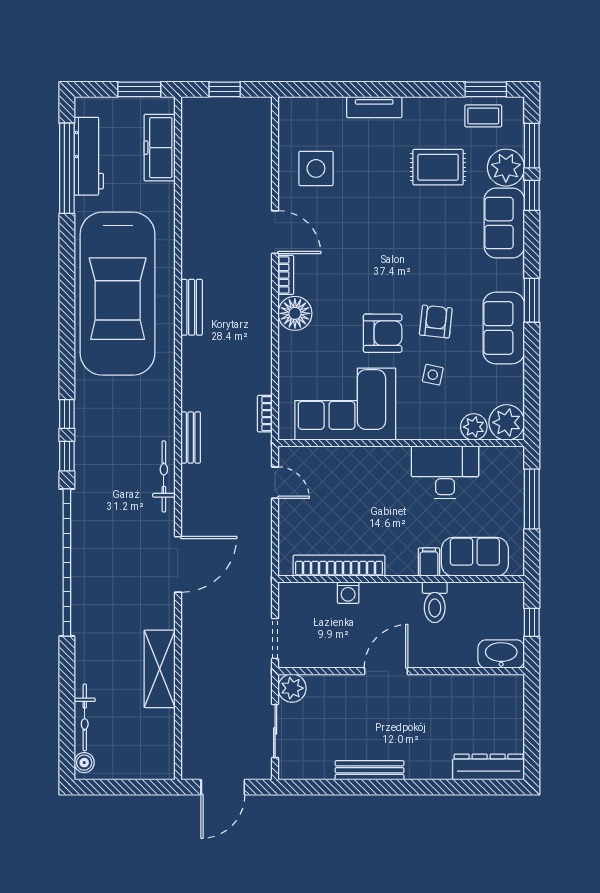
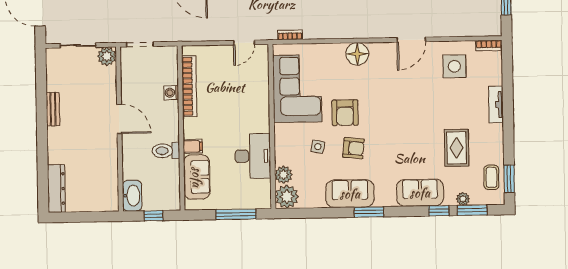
plant: (506, 168) -> (463, 199), width x0.53, depth x0.53
bookcase: (286, 275) -> (489, 45), moved
bench: (370, 770) -> (53, 109), width x0.73

